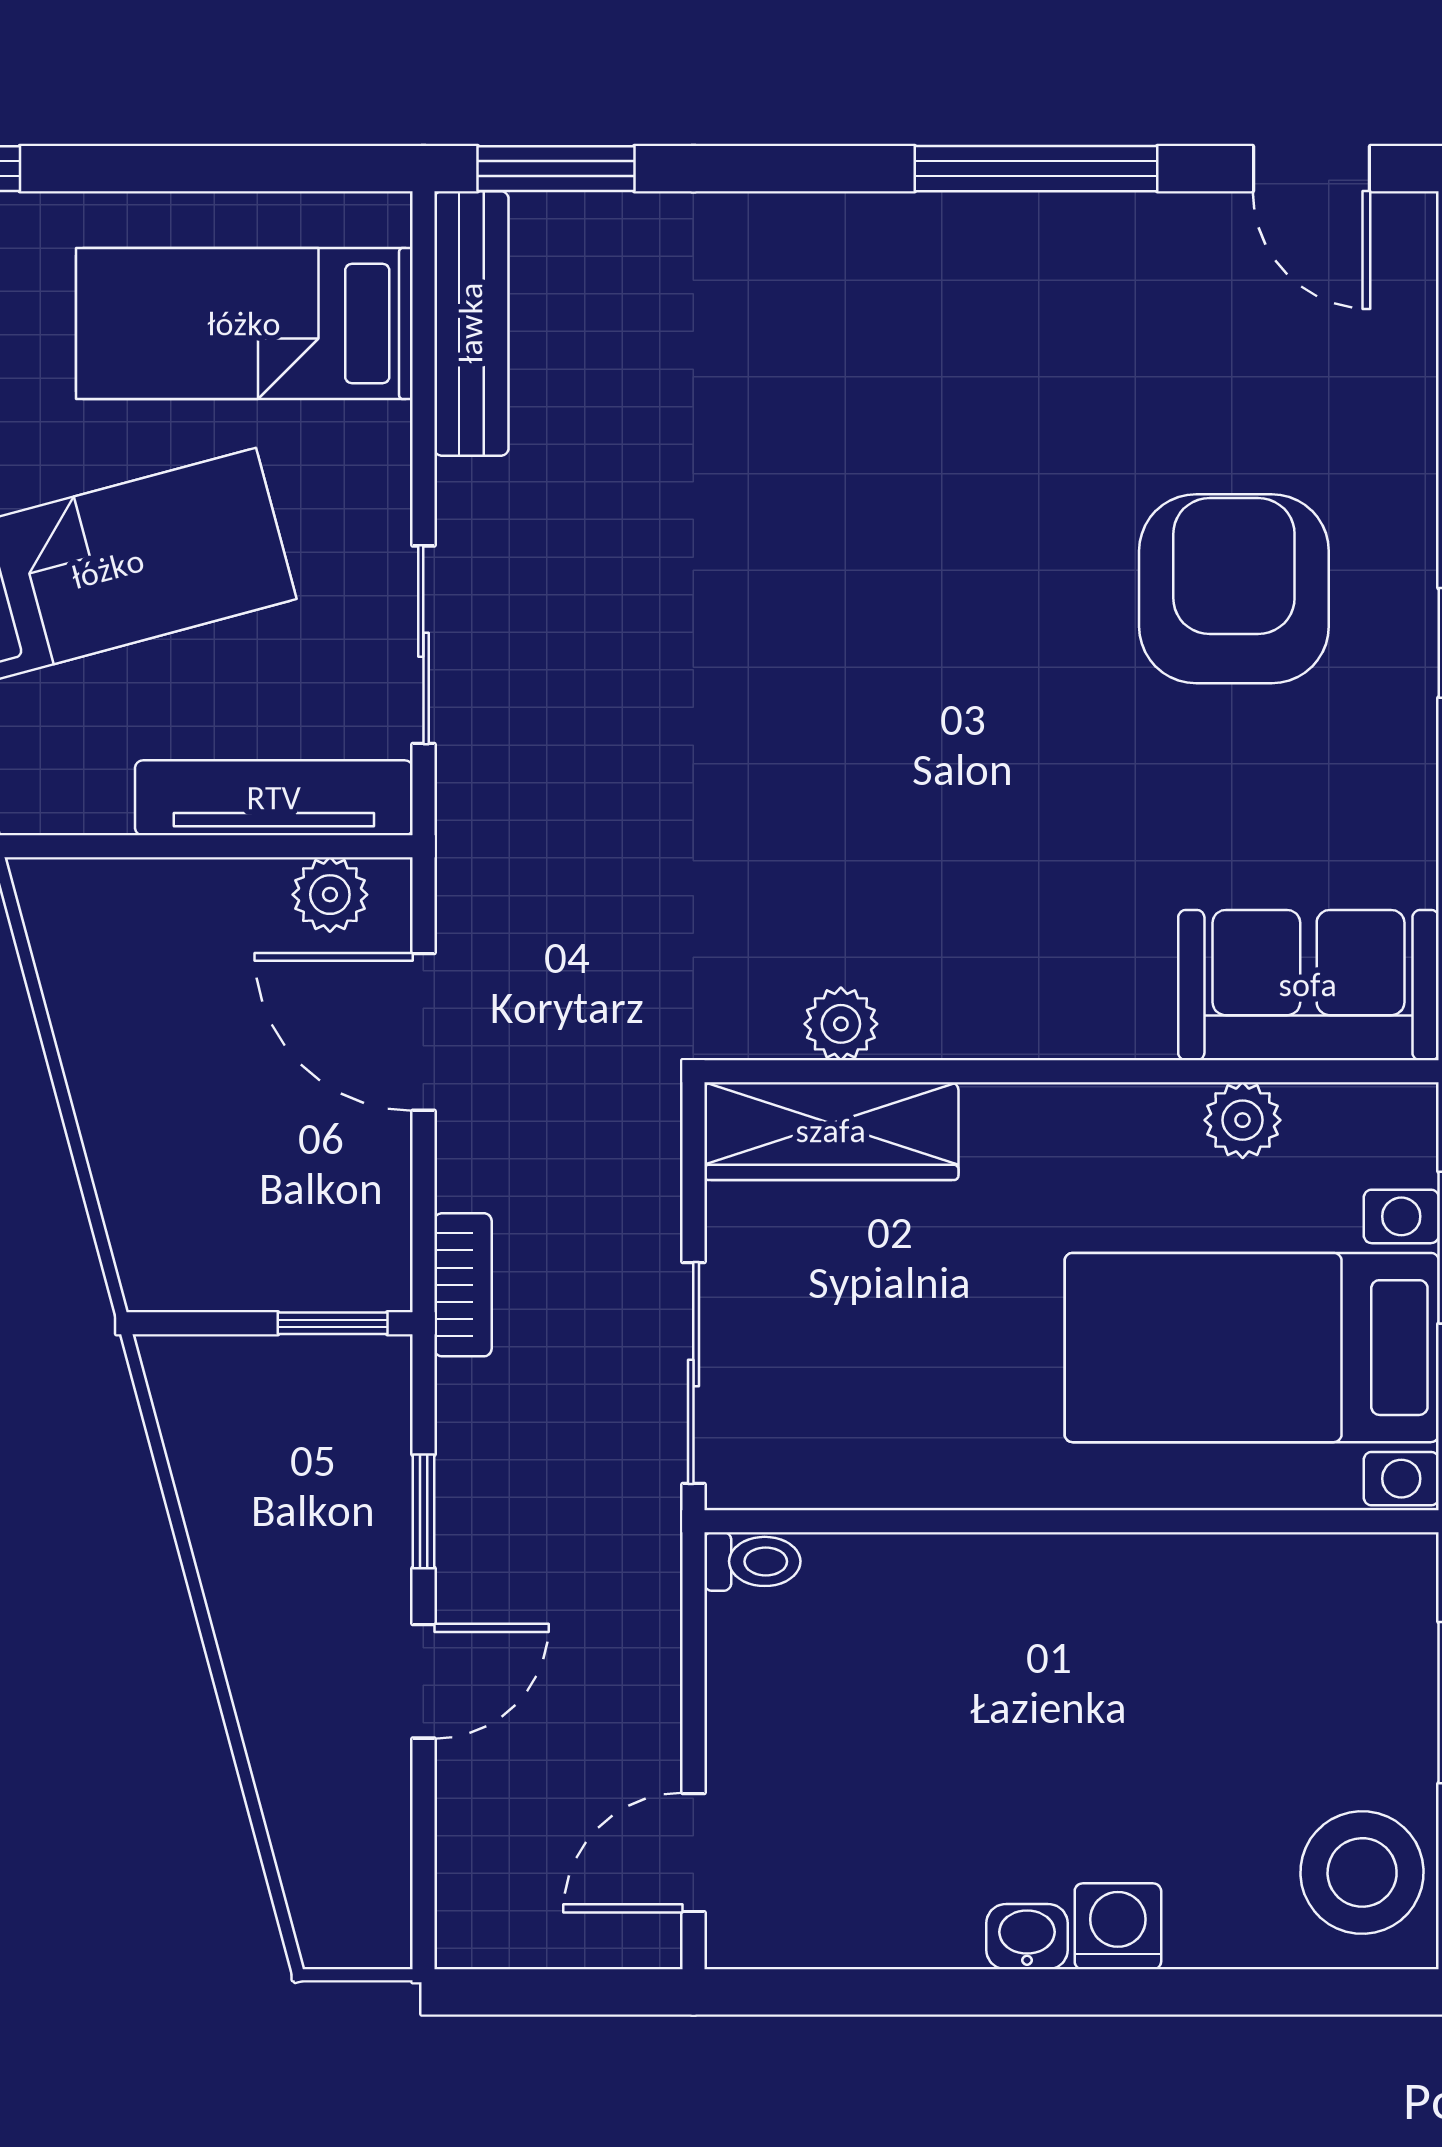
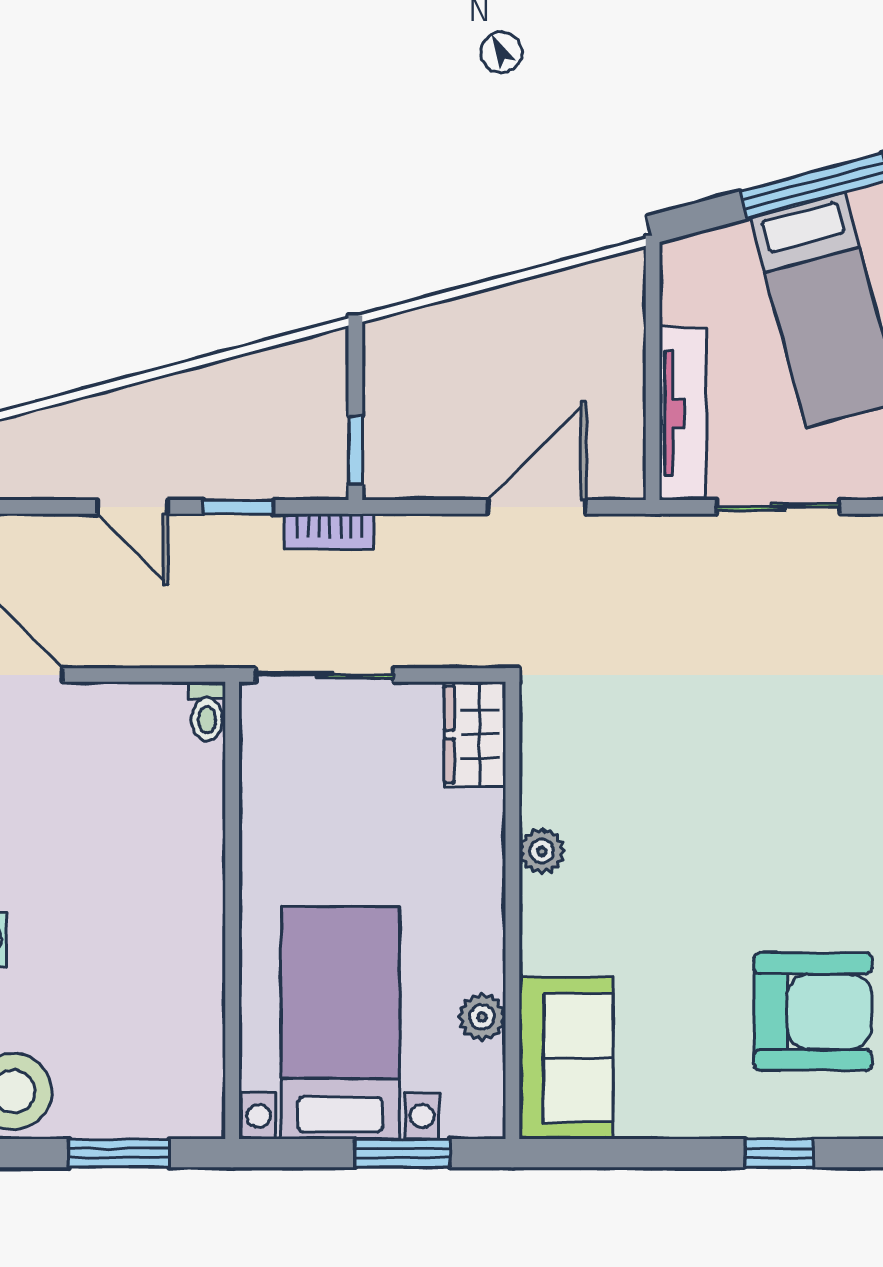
plant: (330, 895) -> (622, 449), removed
plant: (841, 1024) -> (542, 851), moved
wardrobe: (831, 1131) -> (475, 734), width x0.67
bookcase: (463, 1285) -> (330, 531), moved

